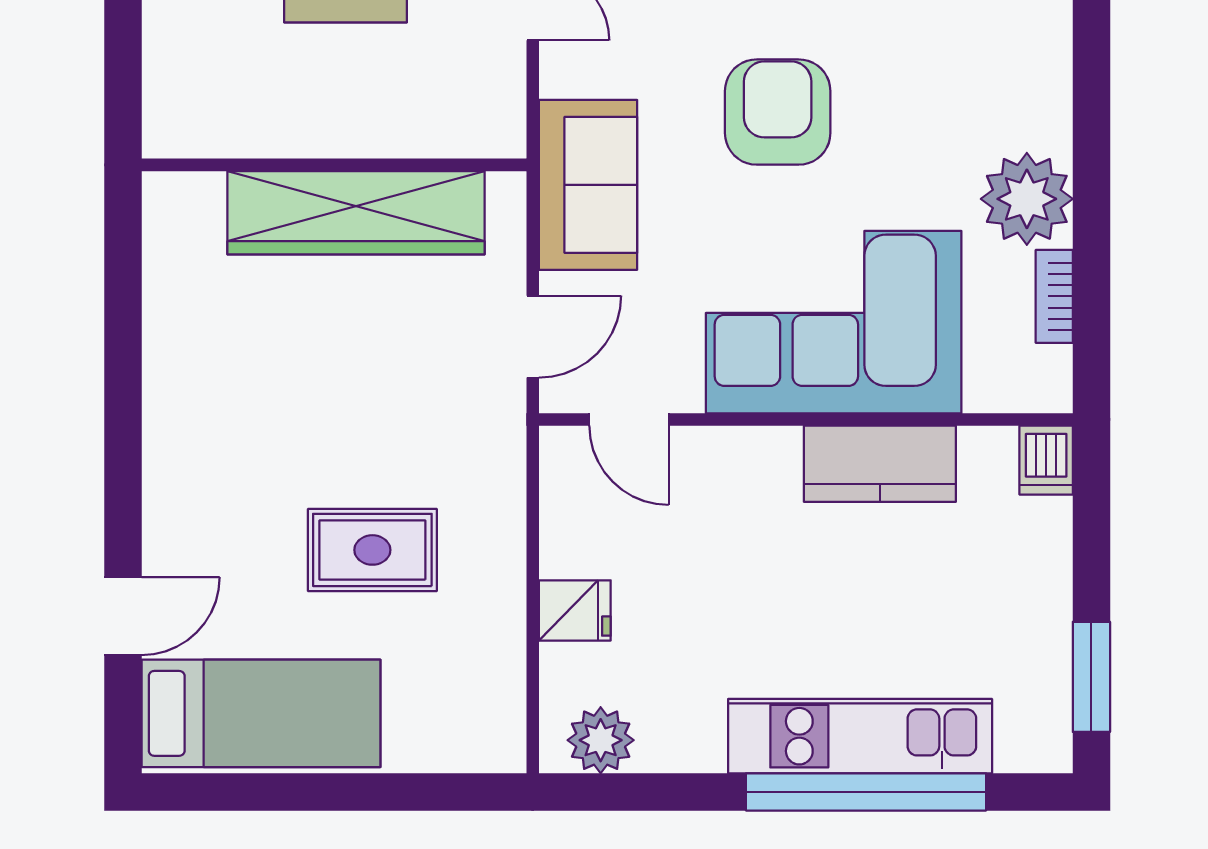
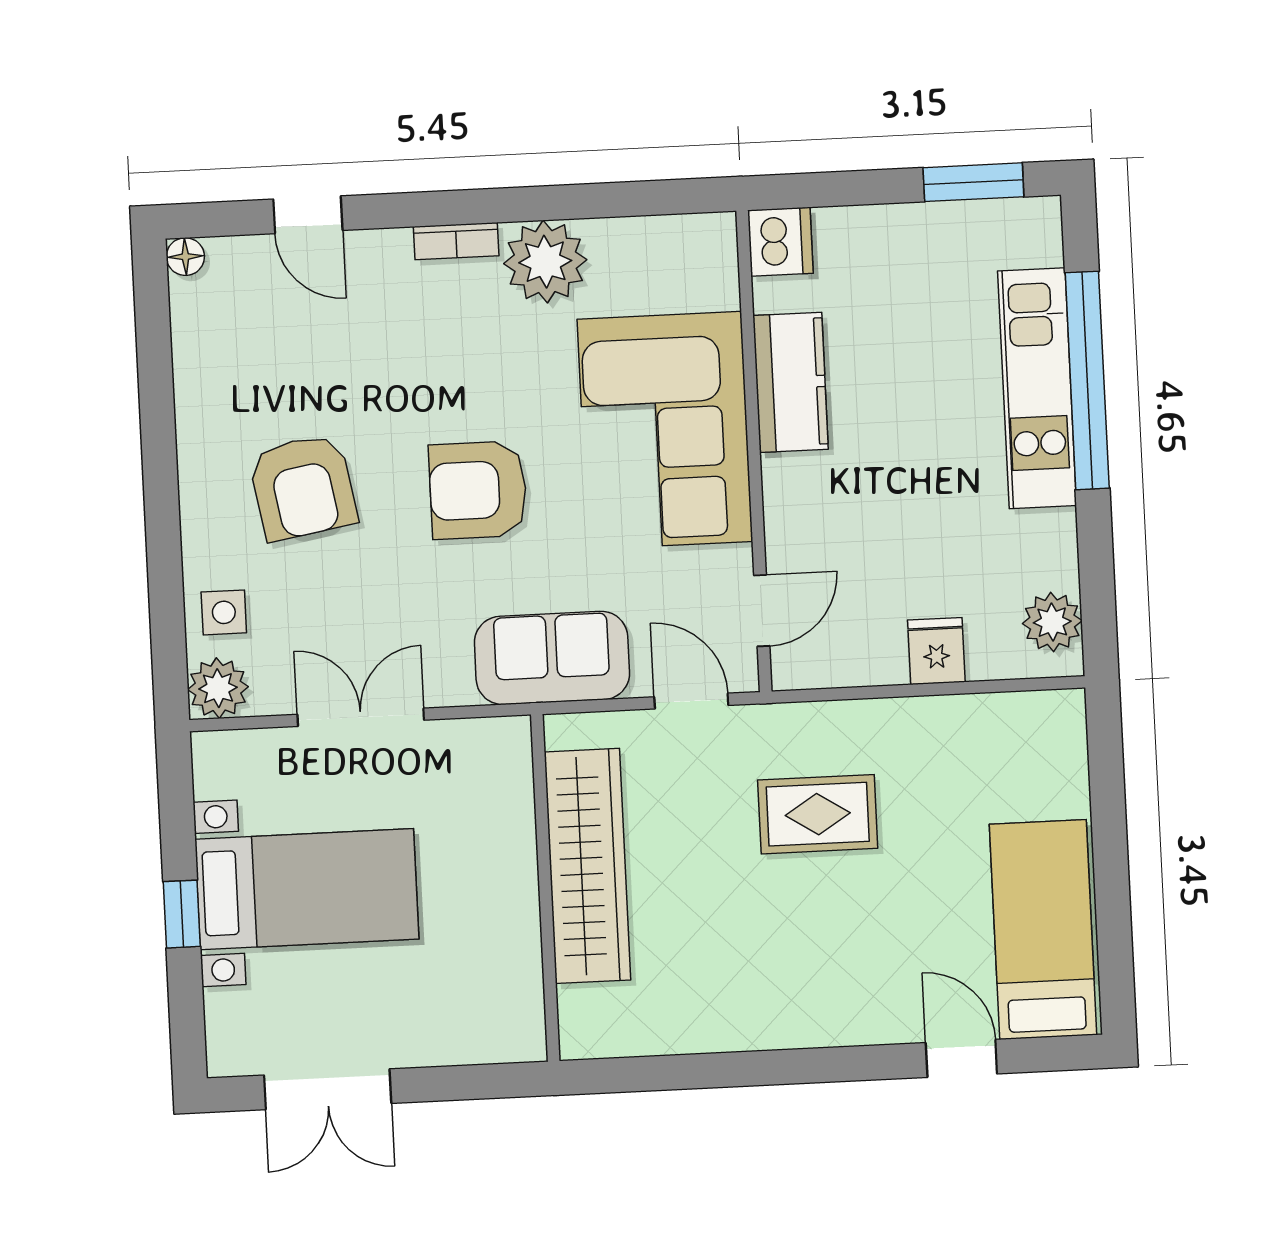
bookcase: (1054, 296) -> (456, 241), moved
dishwasher: (1046, 460) -> (780, 242), width x1.38
rug: (372, 550) -> (818, 814), moved, turned 90

